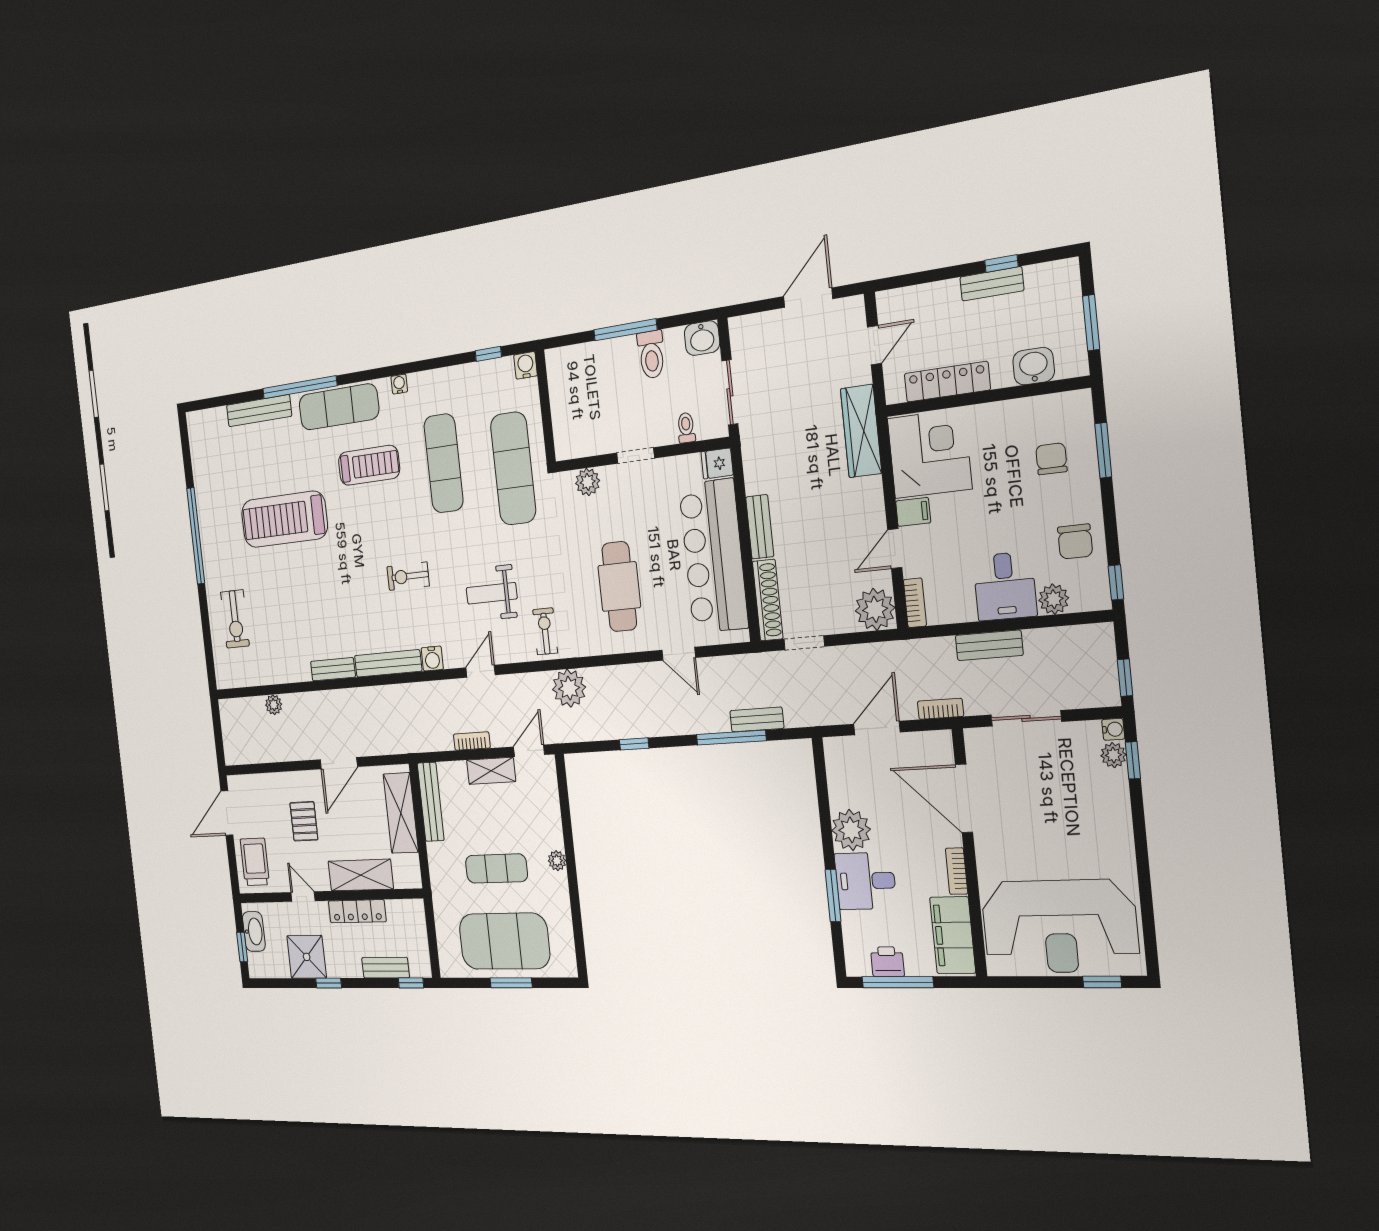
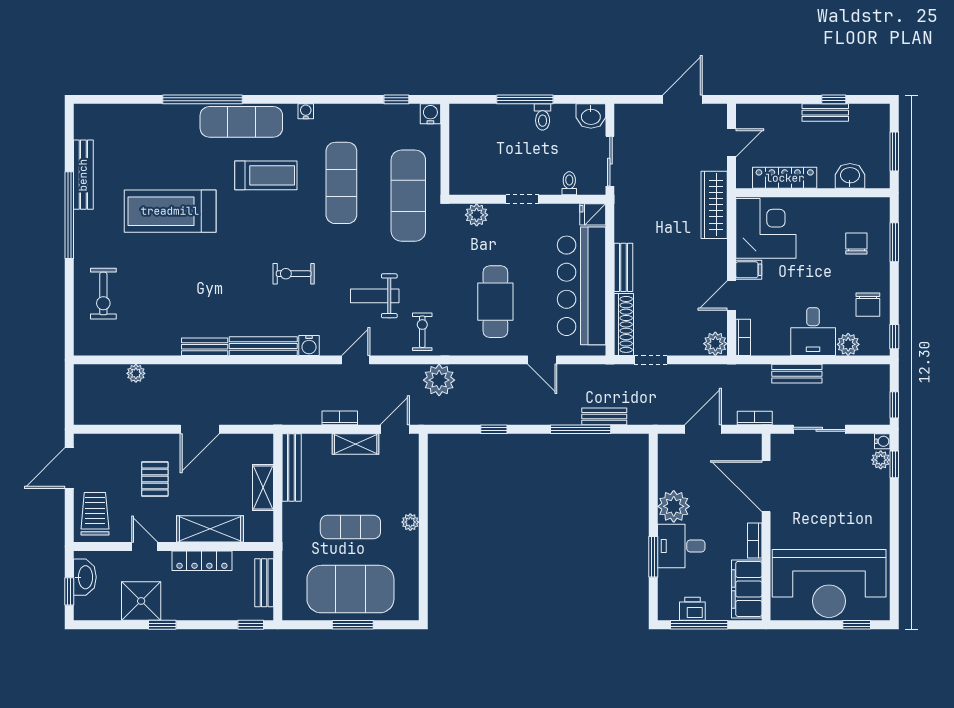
toilet: (651, 354) -> (543, 117), width x0.73, depth x0.72
bench: (259, 411) -> (83, 175), moved, turned 90
plant: (875, 609) -> (715, 344), width x0.73, depth x0.73
shelving: (401, 813) -> (263, 487), width x0.67, depth x0.75
bench: (386, 968) -> (264, 583), moved, turned 90

